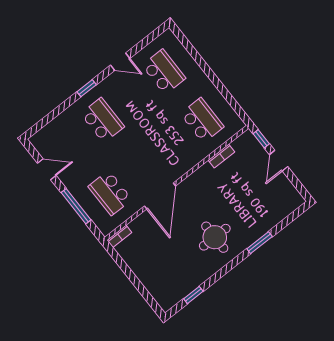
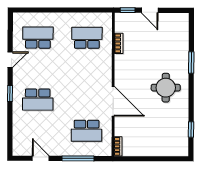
school desk: (102, 120) -> (38, 100), turned 180
door: (47, 169) -> (41, 158), hinge flipped

